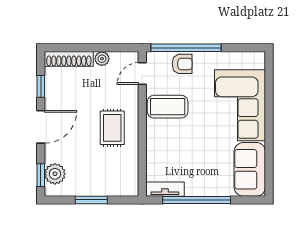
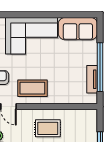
coffee table: (168, 107) -> (32, 88), turned 90
tv unit: (165, 189) -> (92, 79), moved

